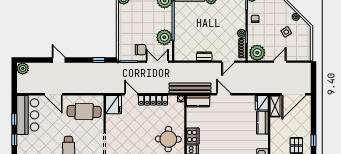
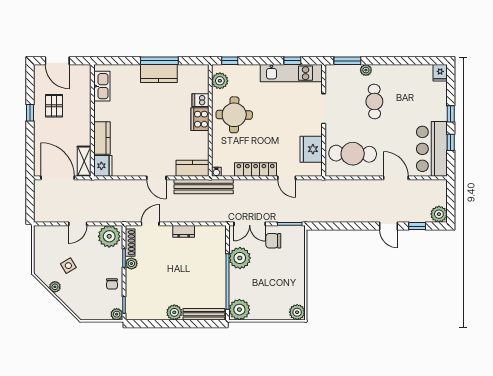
window: (99, 60) -> (417, 226), moved
door: (294, 94) -> (58, 178), hinge flipped
fridge: (114, 105) -> (311, 149), moved

